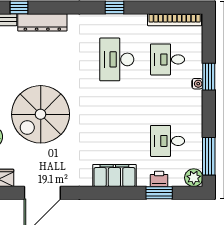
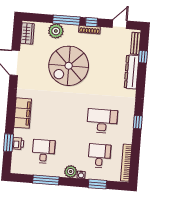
window: (209, 77) -> (97, 184), moved
spiral stairs: (41, 114) -> (69, 66), turned -90
window: (209, 156) -> (46, 180), moved
plant: (194, 178) -> (71, 171), moved

